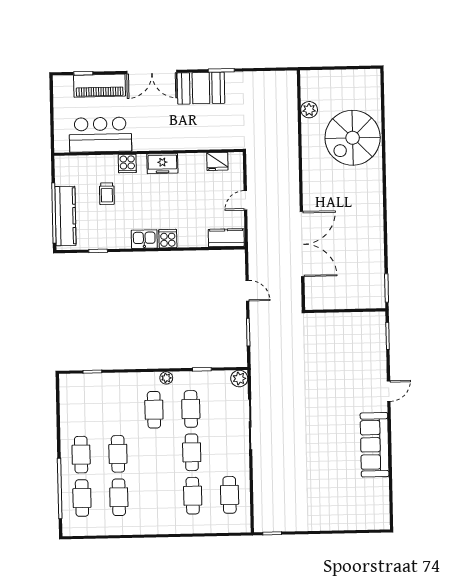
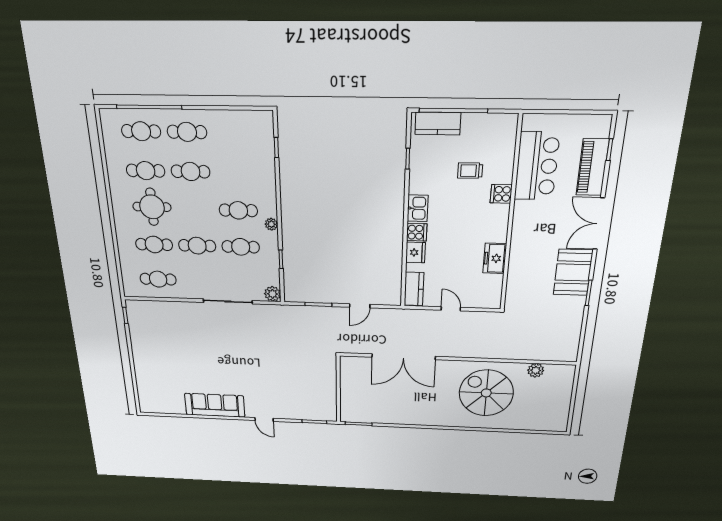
spiral stairs: (353, 138) -> (486, 393), moved
fridge: (217, 161) -> (416, 252), moved, turned 180
freezer: (162, 164) -> (495, 258), moved
kitchen counter: (65, 216) -> (438, 124), width x0.67
round table: (154, 494) -> (152, 207), added

